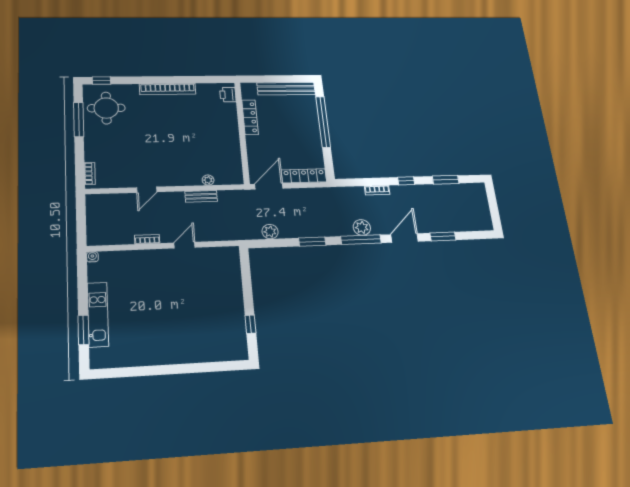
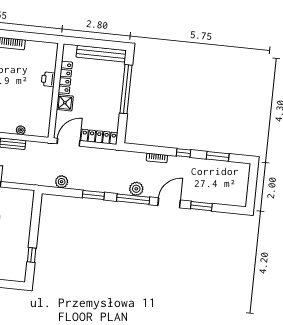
printer: (228, 95) -> (48, 79), moved
shower: (255, 144) -> (65, 103), added

